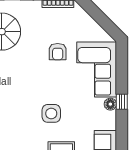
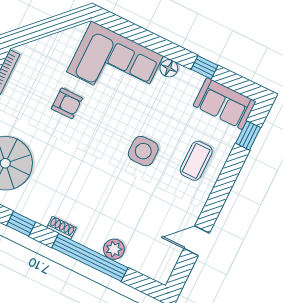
window: (122, 102) -> (205, 67), moved

